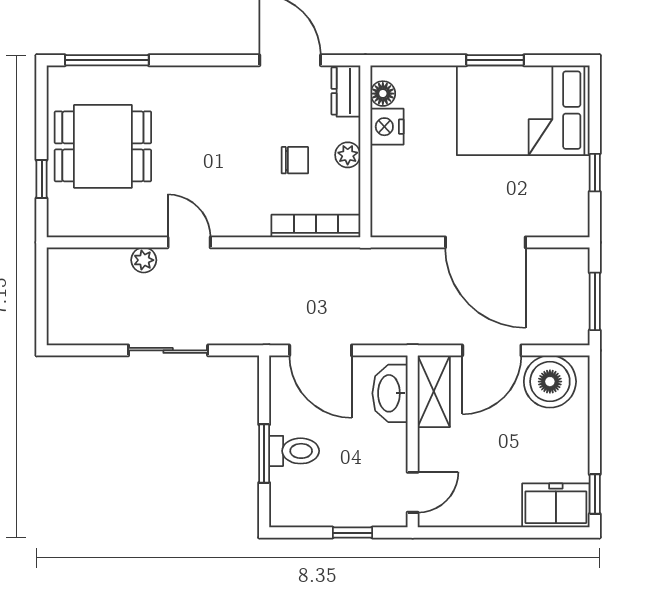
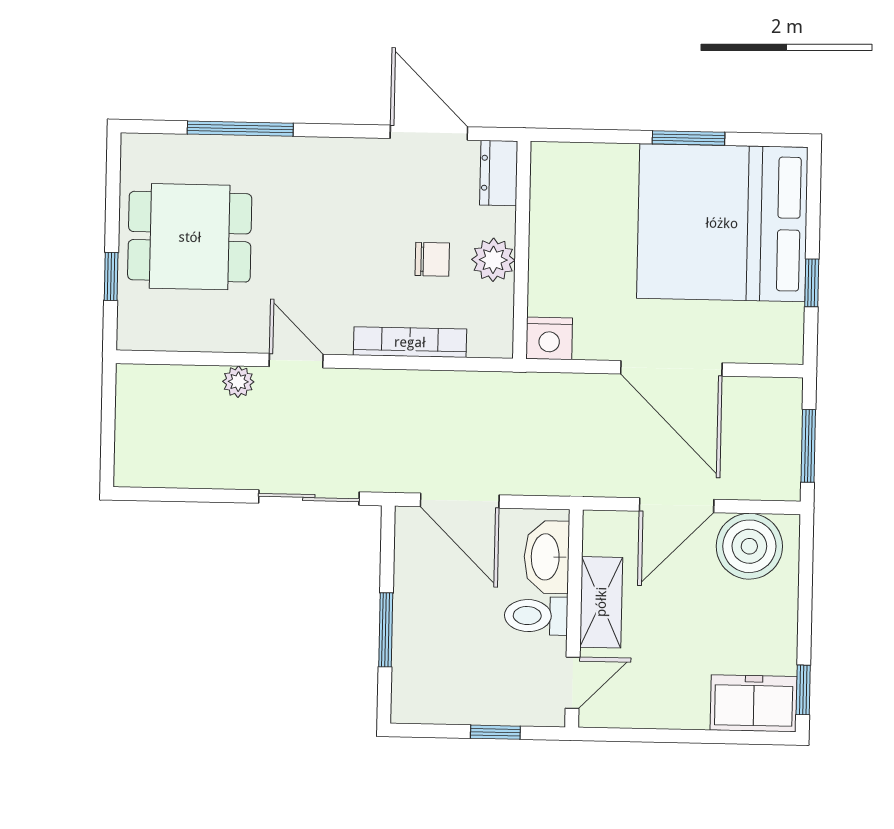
window: (107, 60) -> (240, 129), moved
floor lamp: (383, 94) -> (545, 177), removed
bed: (523, 110) -> (722, 223), width x1.36
nightstand: (387, 127) -> (549, 338), moved, turned -90
plant: (348, 155) -> (493, 260), width x1.38, depth x1.38
bookcase: (316, 226) -> (410, 342), moved
sliding door: (168, 350) -> (309, 498), moved
shelving: (434, 391) -> (601, 602), moved
toilet: (294, 451) -> (536, 616), moved, turned 180

